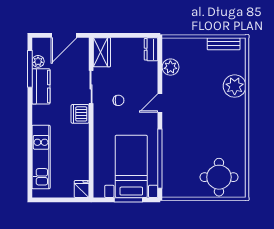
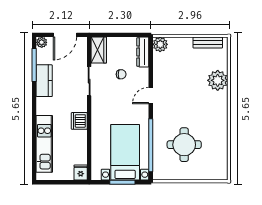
dresser: (151, 49) -> (143, 52), width x1.44
plant: (38, 61) -> (42, 42), moved
plant: (170, 67) -> (160, 44), moved
chair: (118, 100) -> (121, 74), moved
dishwasher: (80, 114) -> (79, 121), moved
round table: (219, 177) -> (184, 145), moved

